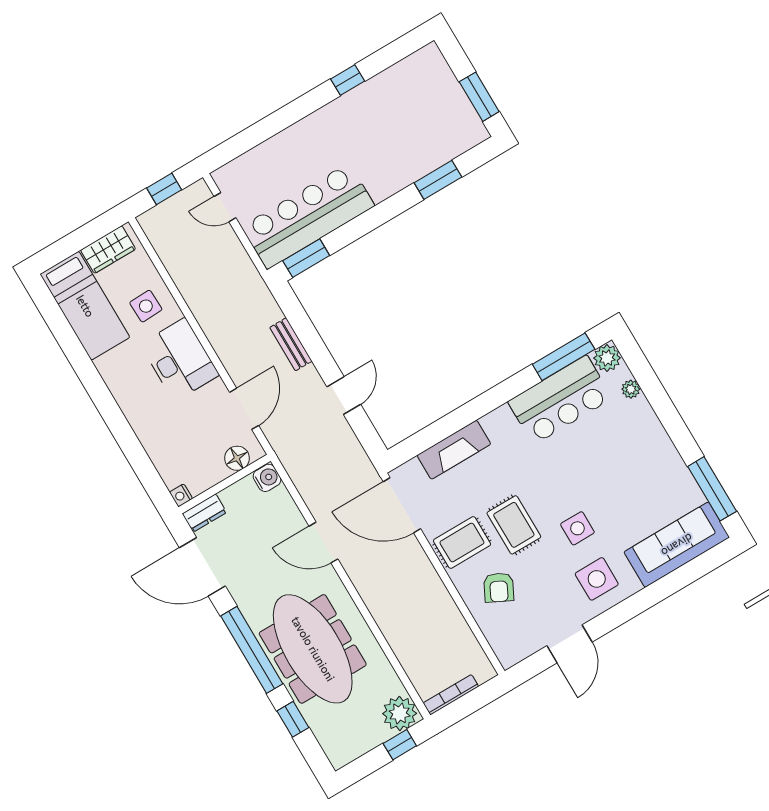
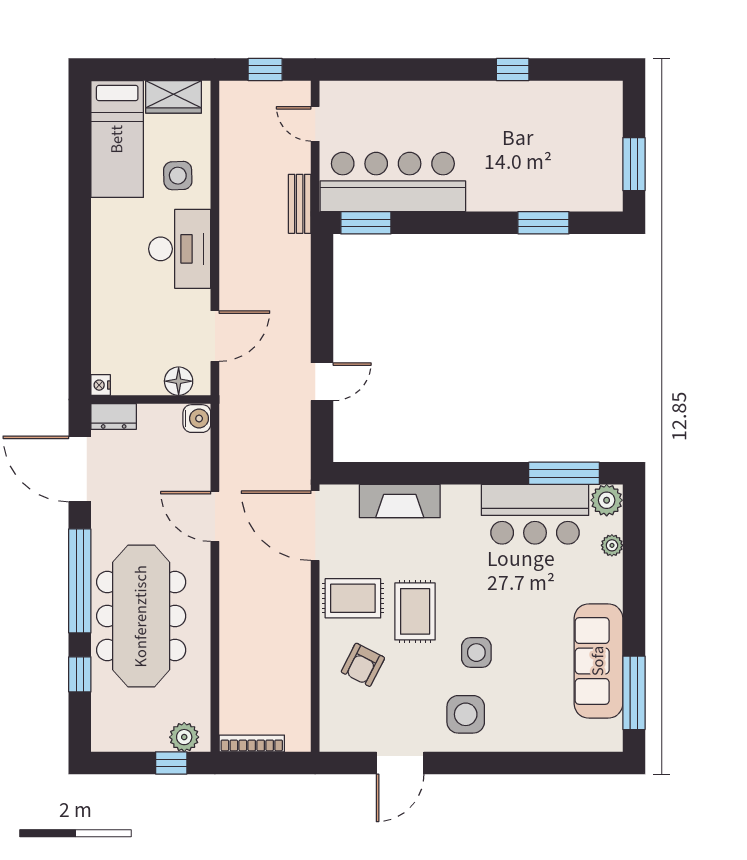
bench: (291, 344) -> (300, 204), moved
sofa: (677, 545) -> (598, 661), moved, turned -90
plant: (400, 713) -> (184, 737), width x0.73, depth x0.73

